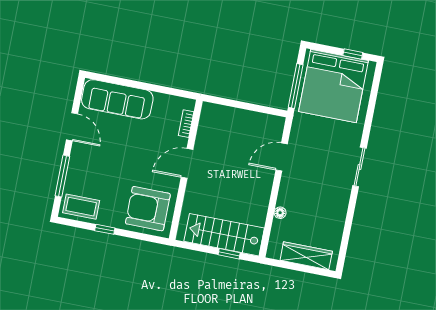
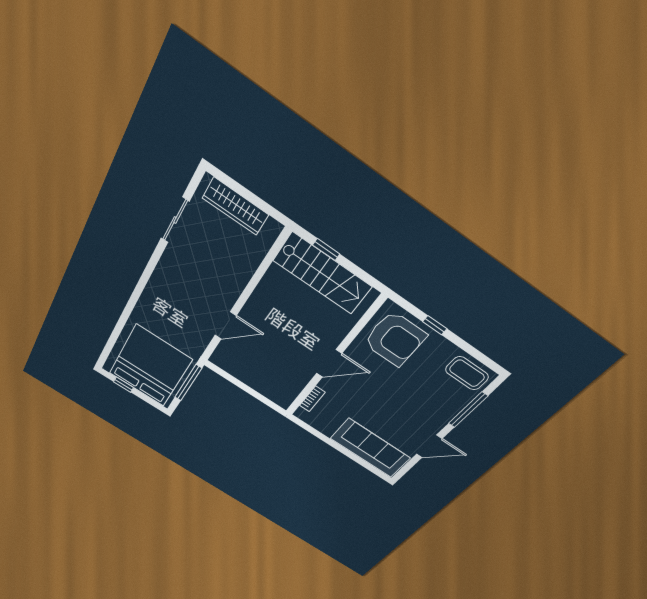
door: (72, 127) -> (429, 446), swing flipped
sliding door: (359, 167) -> (175, 220), moved
floor lamp: (280, 213) -> (248, 269), removed
window: (105, 229) -> (435, 325), moved

